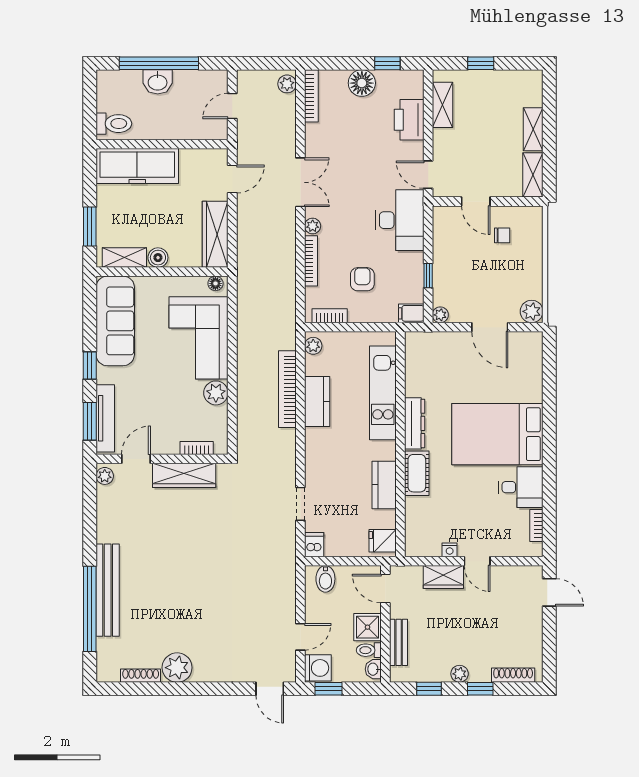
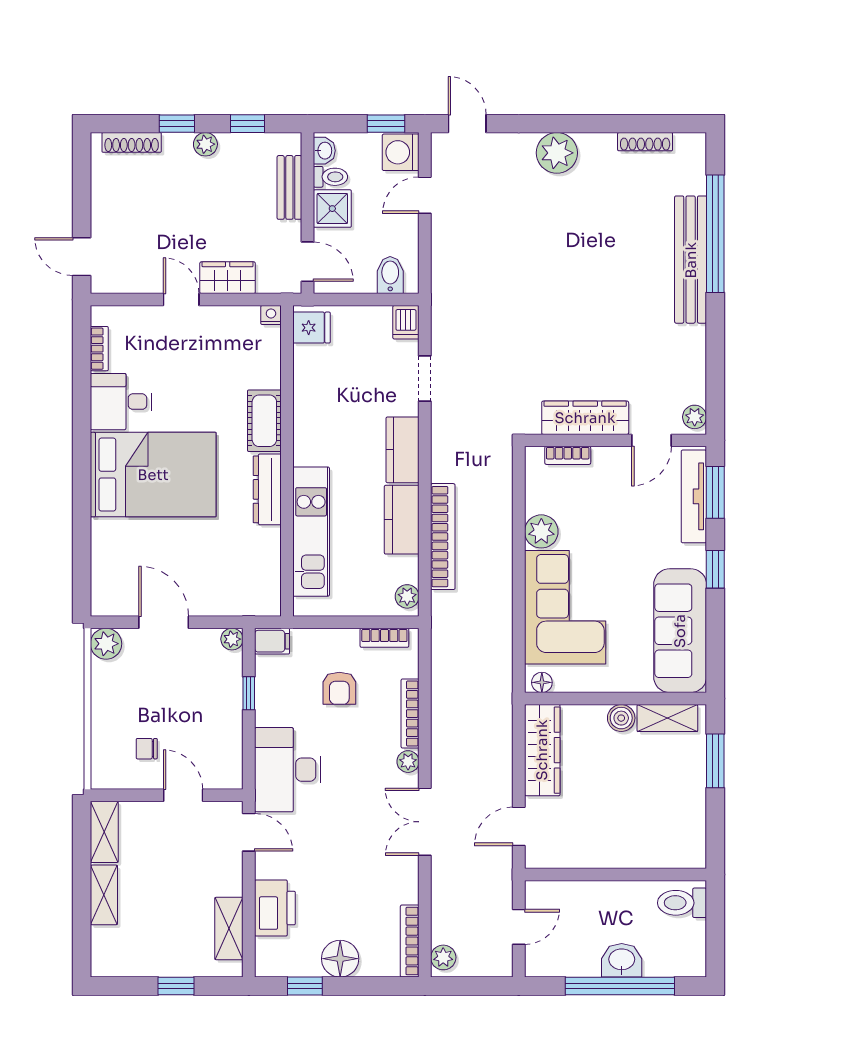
freezer: (137, 166) -> (650, 844), removed
kitchen counter: (384, 485) -> (403, 450), moved, turned 180
nightstand: (450, 550) -> (271, 315), moved
plant: (177, 668) -> (557, 153), moved

